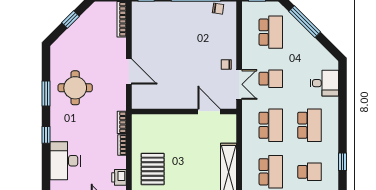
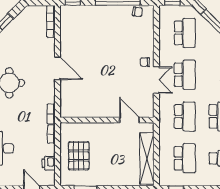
school desk: (271, 79) -> (185, 75), width x1.85
wall: (184, 111) -> (107, 120), moved
door: (209, 111) -> (129, 120), moved

